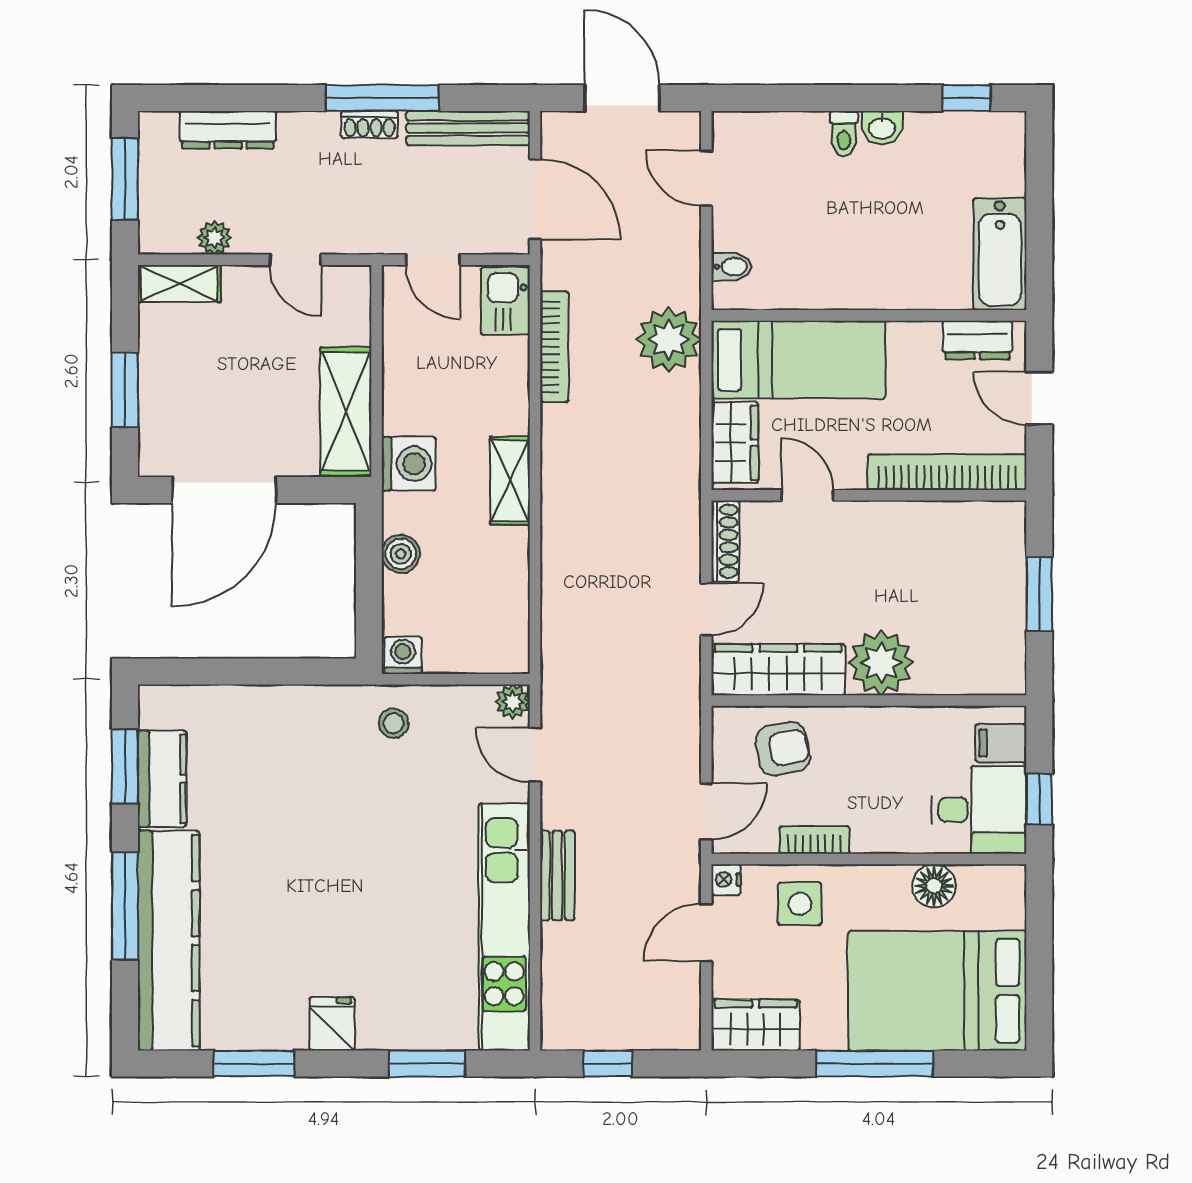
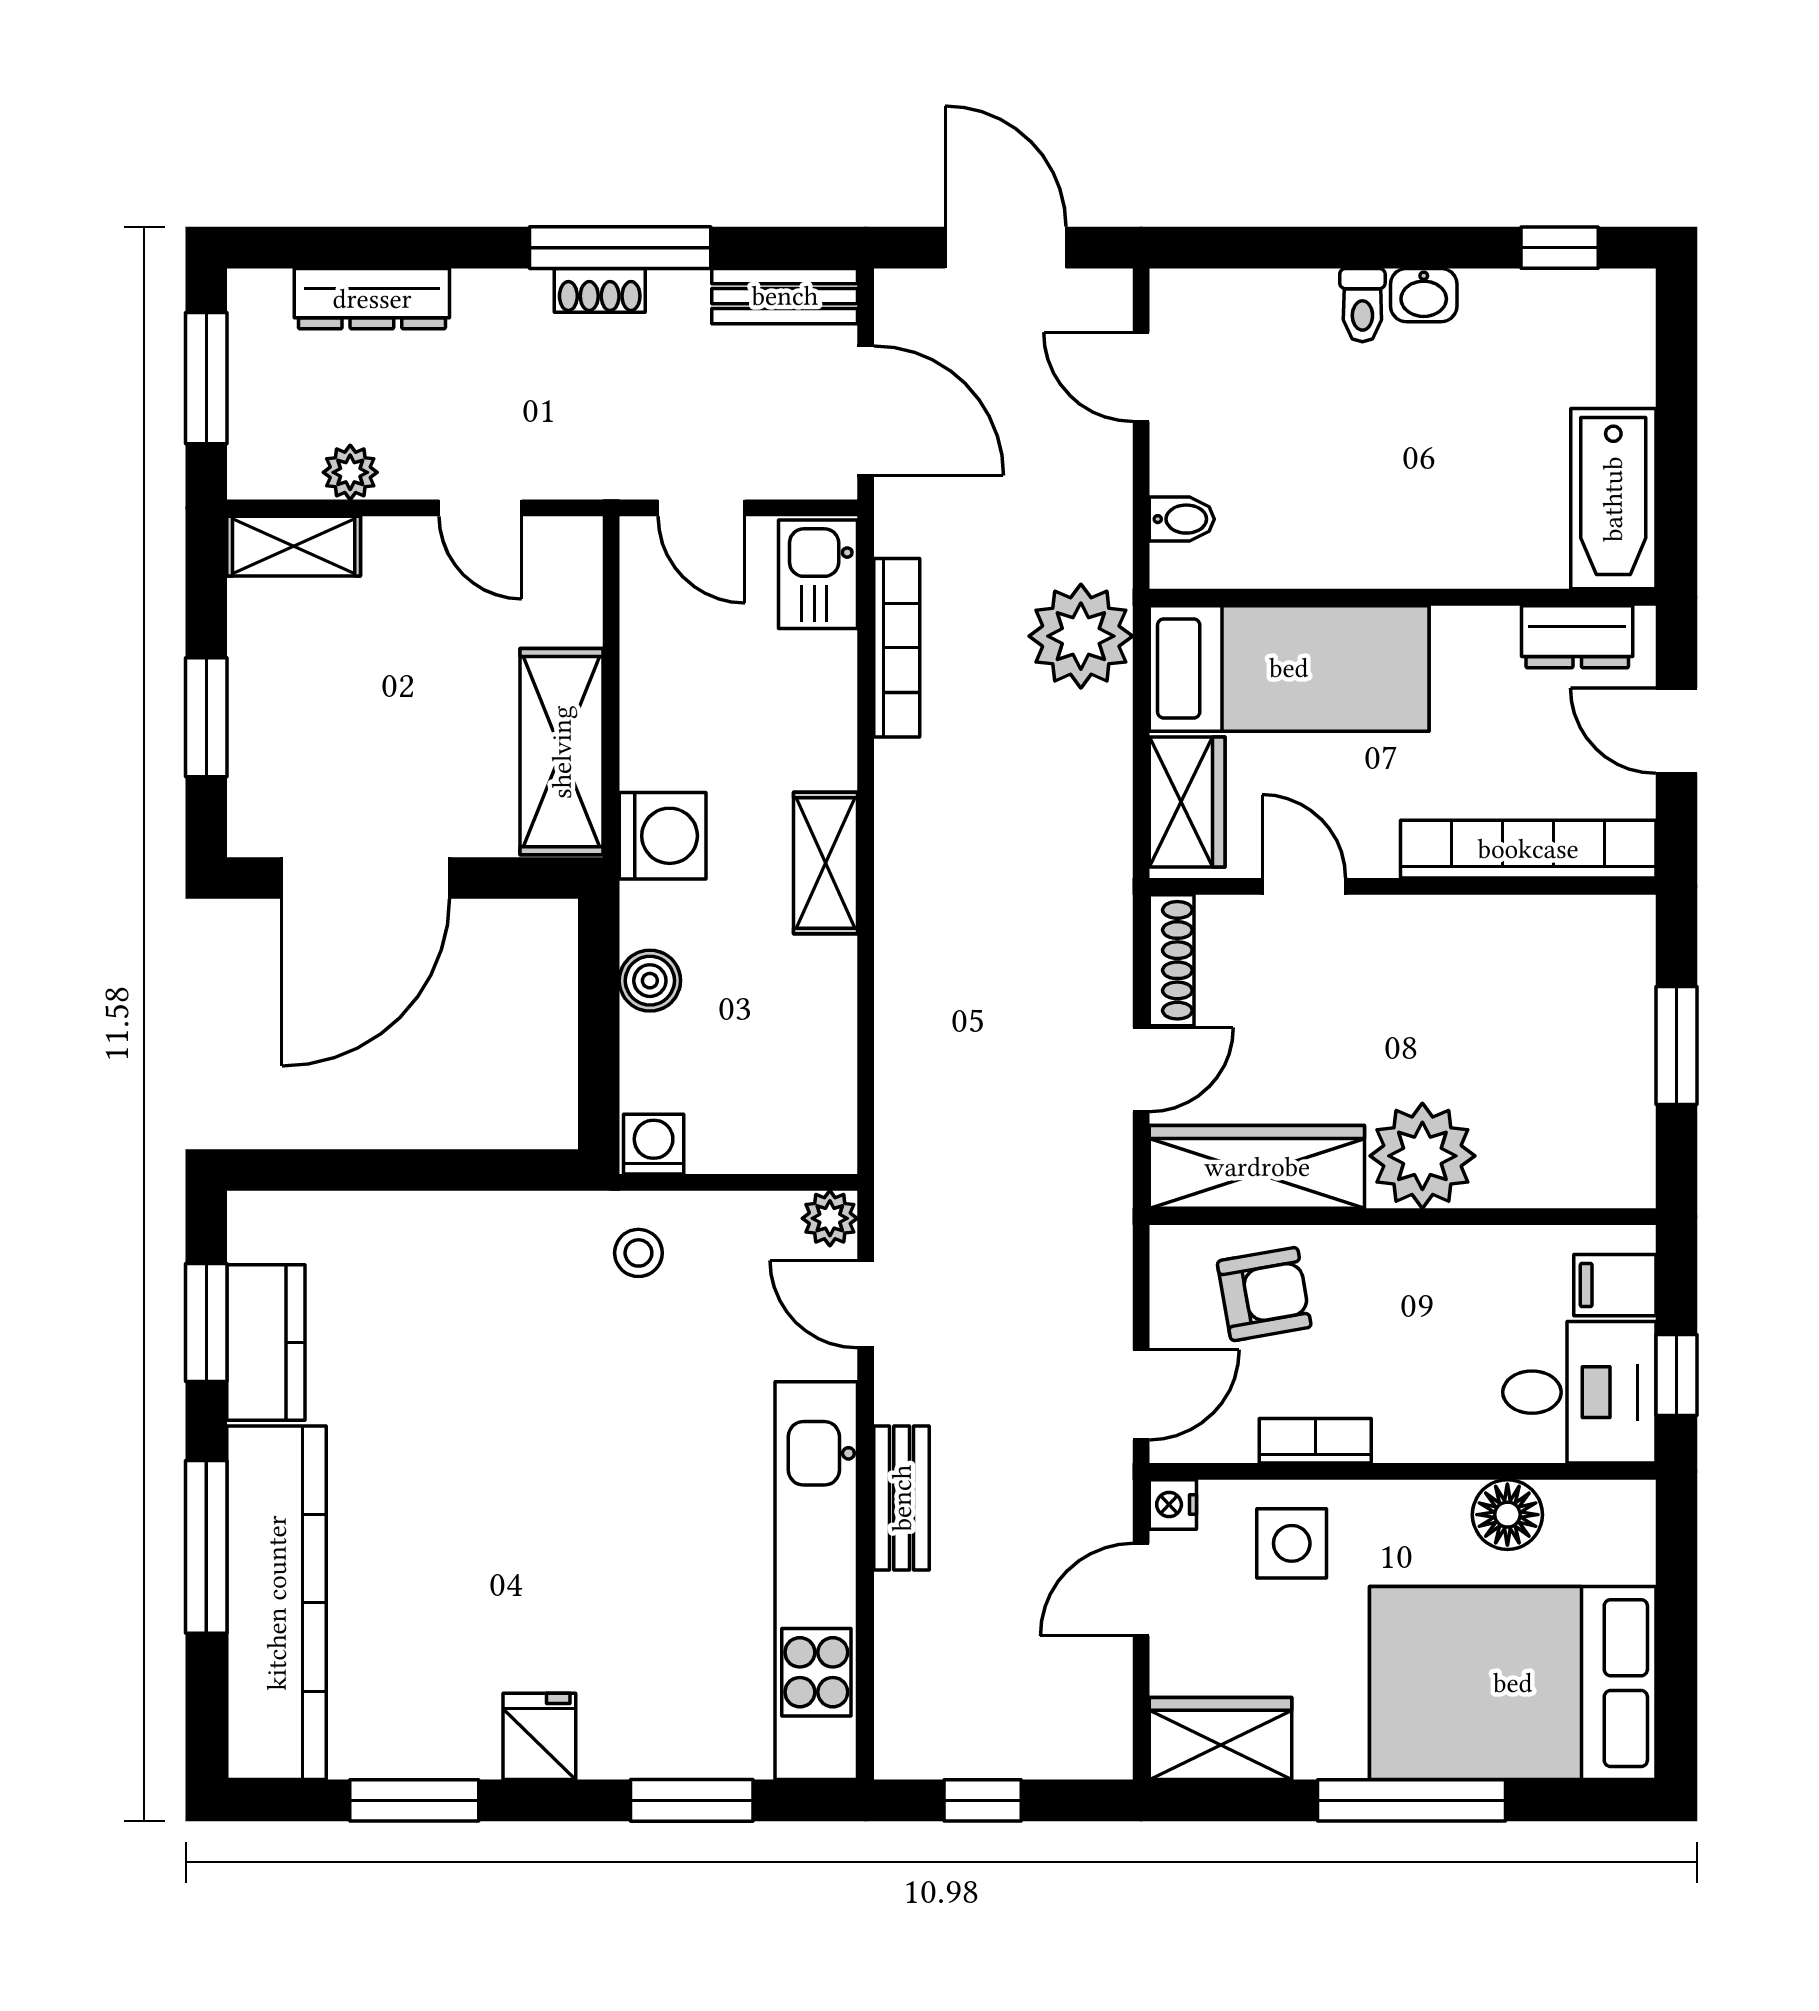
bench: (468, 128) -> (785, 296), width x0.73

